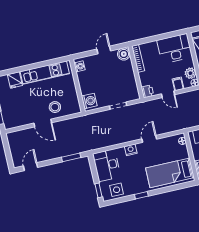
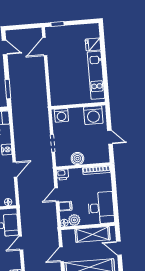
boiler: (124, 54) -> (77, 159), moved
washing machine: (79, 66) -> (93, 115), width x1.89, depth x1.89
stool: (55, 107) -> (60, 80), removed
door: (43, 123) -> (45, 47), moved
door: (149, 139) -> (15, 169), hinge flipped

